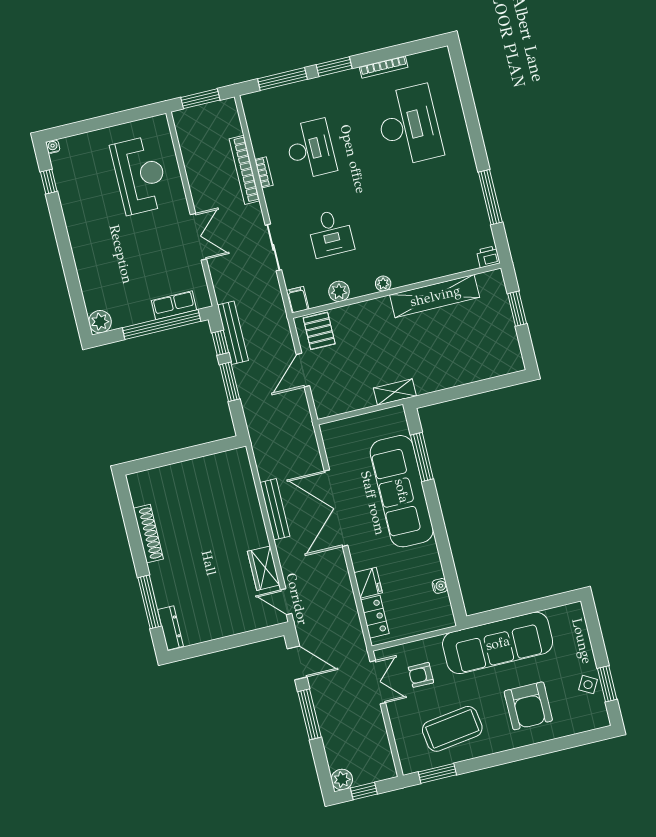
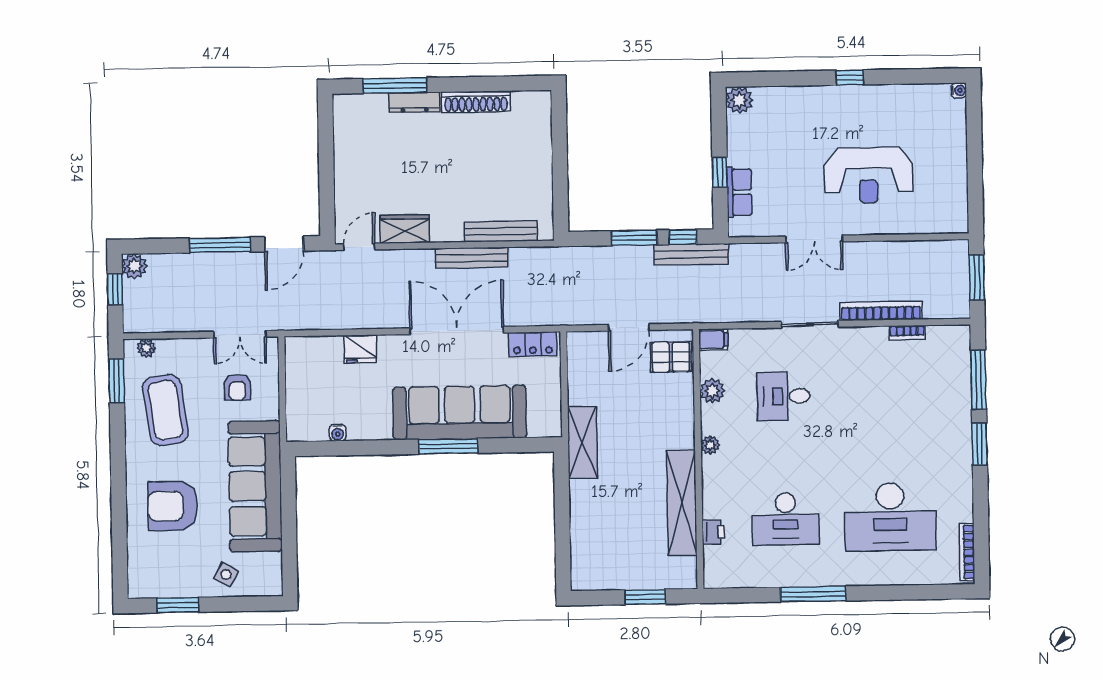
bookcase: (384, 67) -> (967, 552), moved
desk: (310, 149) -> (786, 519), moved
bookcase: (264, 172) -> (907, 333), moved
reception desk: (140, 175) -> (868, 175), moved
window: (49, 182) -> (850, 78), moved
window: (490, 197) -> (813, 594), moved
sliding door: (273, 247) -> (810, 324), moved
printer: (488, 257) -> (714, 532), moved
window: (162, 324) -> (720, 172), width x0.32
door: (303, 370) -> (629, 327), swing flipped
shelving: (395, 392) -> (583, 442), width x1.50, depth x1.33
window: (422, 457) -> (448, 446), moved
bench: (248, 490) -> (501, 231), added
locker: (375, 617) -> (533, 344), moved
dresser: (170, 628) -> (414, 102), moved
armchair: (421, 675) -> (237, 387), turned 180
side table: (588, 685) -> (226, 575), moved
plant: (406, 755) -> (146, 348), added

